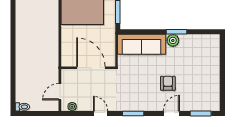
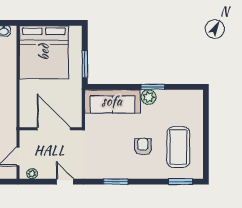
coffee table: (198, 84) -> (178, 147), added
window: (133, 113) -> (116, 182), moved
door: (171, 113) -> (147, 182), removed

